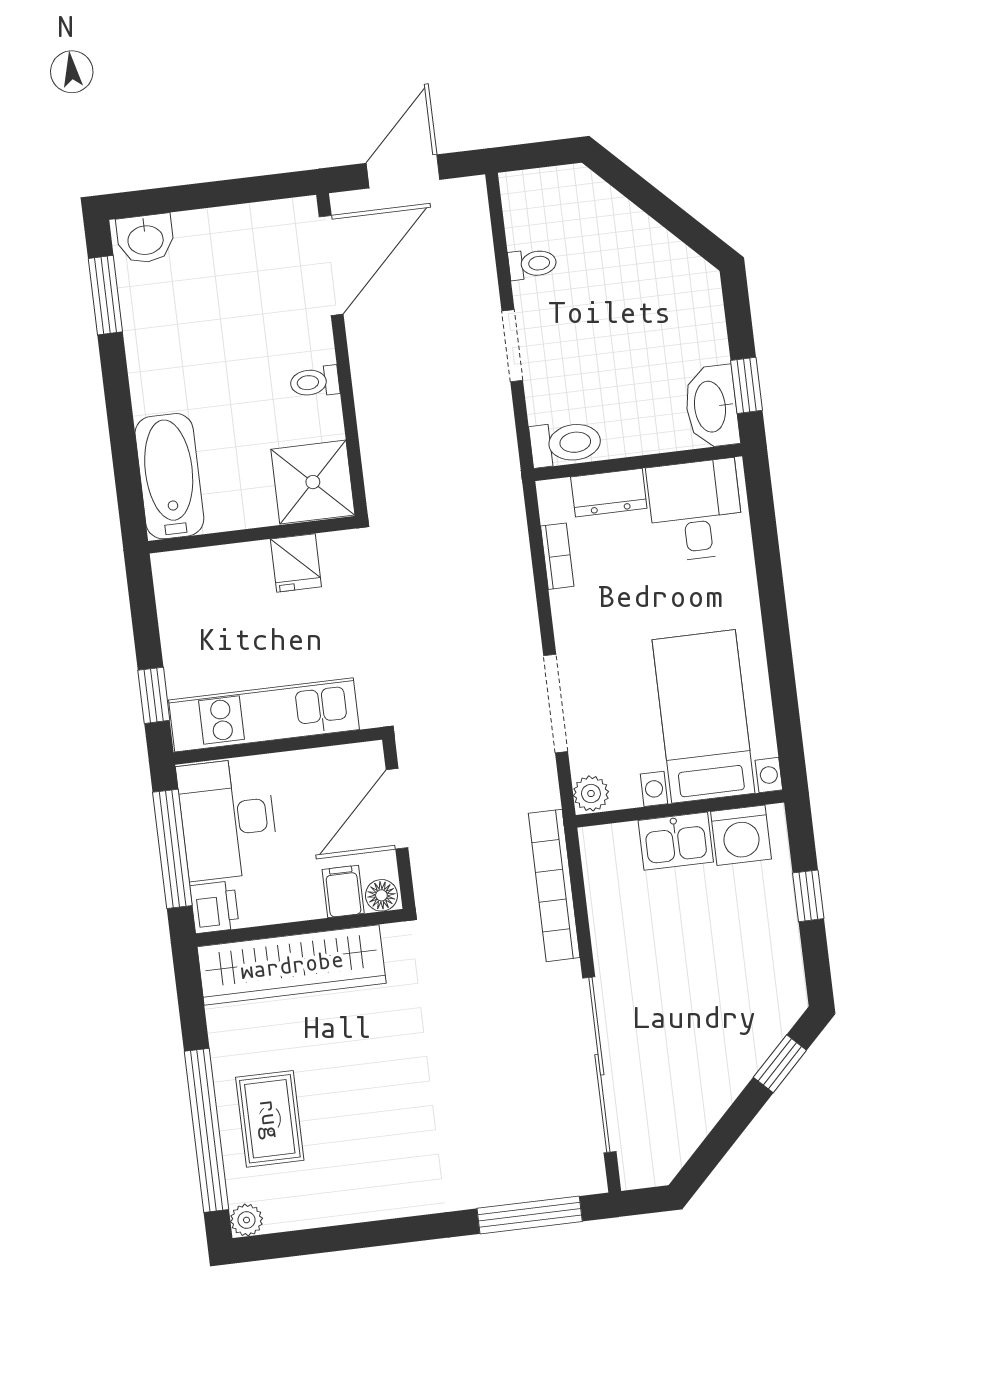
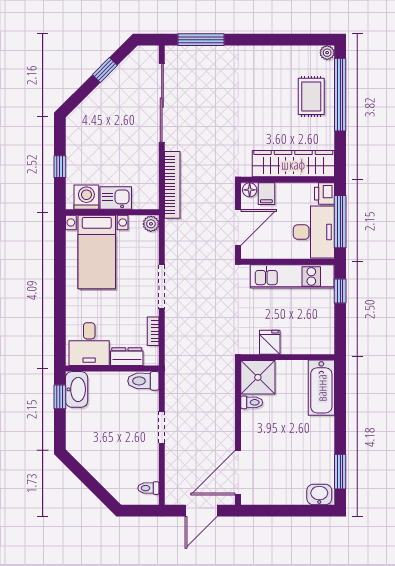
toilet: (533, 264) -> (148, 488), moved
toilet: (315, 382) -> (252, 402), moved
doorway: (556, 704) -> (162, 287), moved
window: (780, 1064) -> (105, 70), moved

